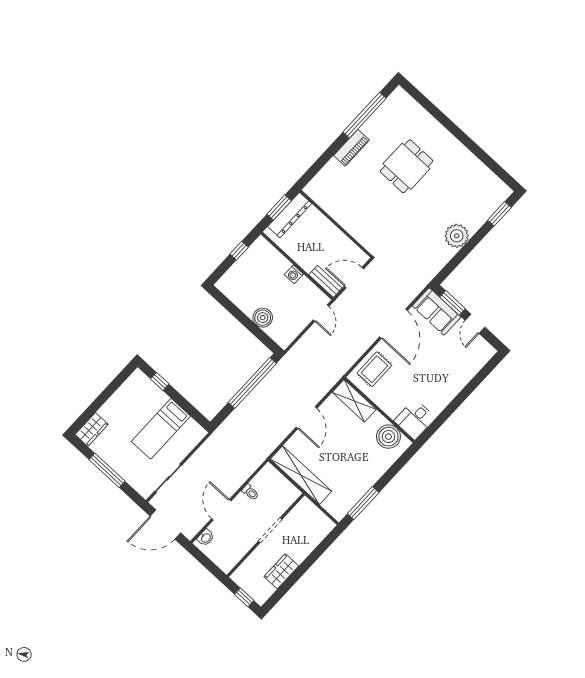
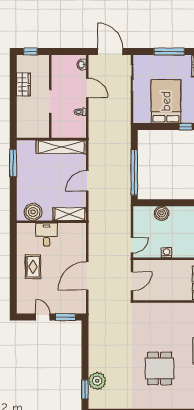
plant: (457, 236) -> (97, 381), moved
bench: (325, 281) -> (146, 265), removed
sofa: (437, 311) -> (70, 304), removed
door: (321, 313) -> (132, 245), swing flipped
door: (393, 324) -> (87, 276), hinge flipped
rug: (374, 369) -> (33, 267), moved
door: (306, 418) -> (87, 181), hinge flipped
desk: (415, 419) -> (47, 235), moved
bed: (161, 429) -> (166, 101), width x1.50
door: (165, 524) -> (110, 52), hinge flipped

